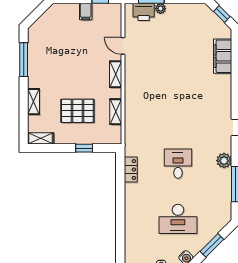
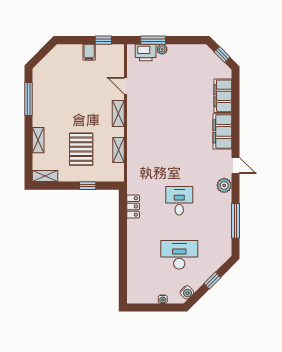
filing cabinet: (222, 93) -> (222, 131), added
pallet: (77, 111) -> (81, 149), turned 90
plant: (224, 161) -> (224, 185), moved
desk: (178, 219) -> (179, 255), turned 180
window: (212, 245) -> (212, 281), width x0.67

